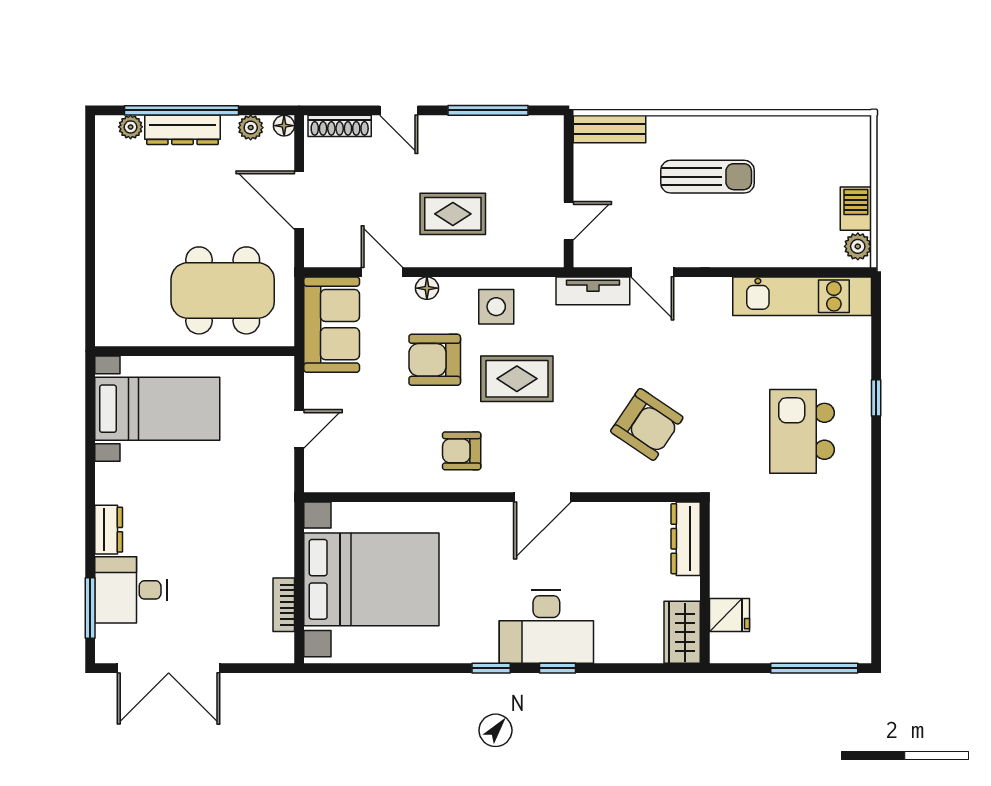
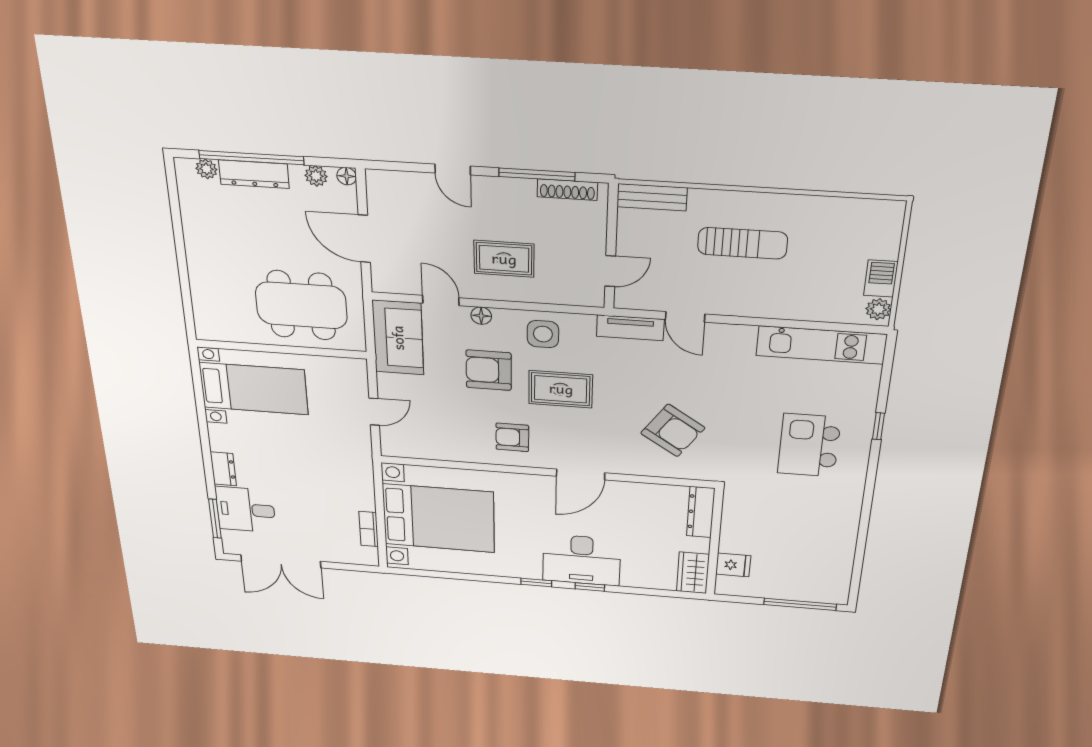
shoe rack: (340, 126) -> (567, 190), moved

